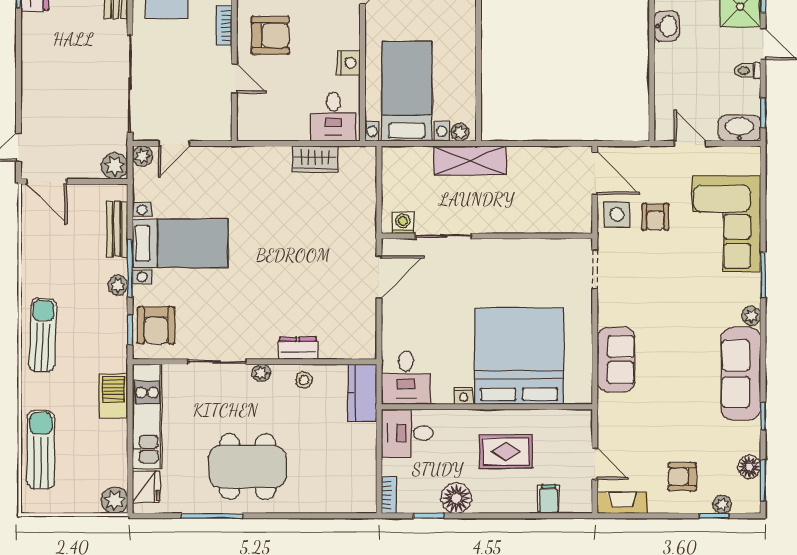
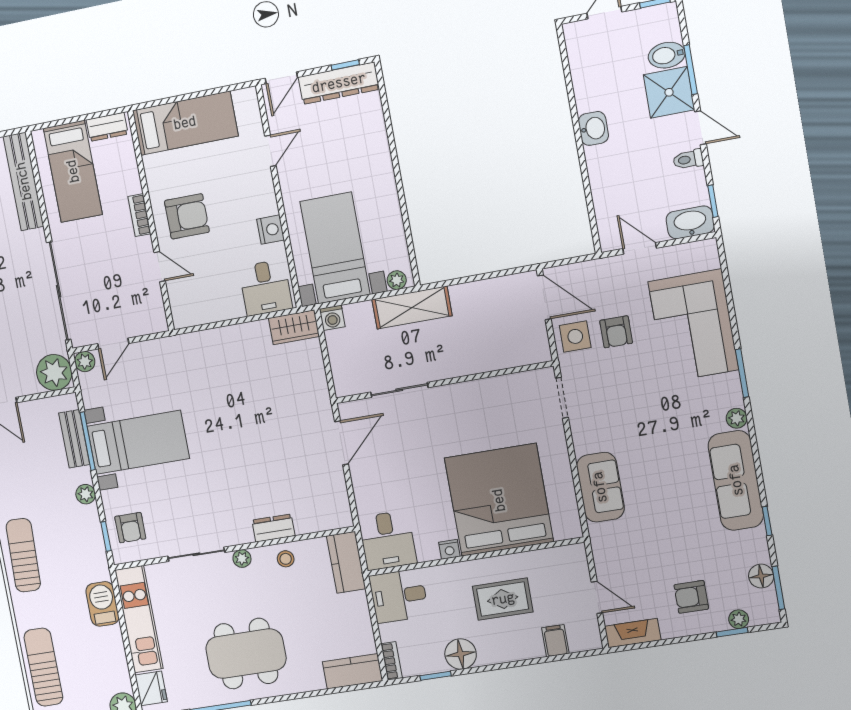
wardrobe: (315, 159) -> (294, 327), moved
plant: (115, 166) -> (54, 372), width x1.36, depth x1.36
washing machine: (403, 223) -> (332, 318), moved, turned 180
window: (130, 268) -> (88, 441), moved
armchair: (156, 325) -> (130, 528), width x0.72, depth x0.72
kitchen counter: (349, 500) -> (352, 671), added

